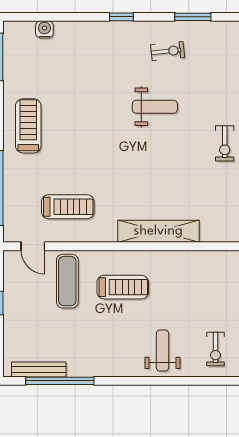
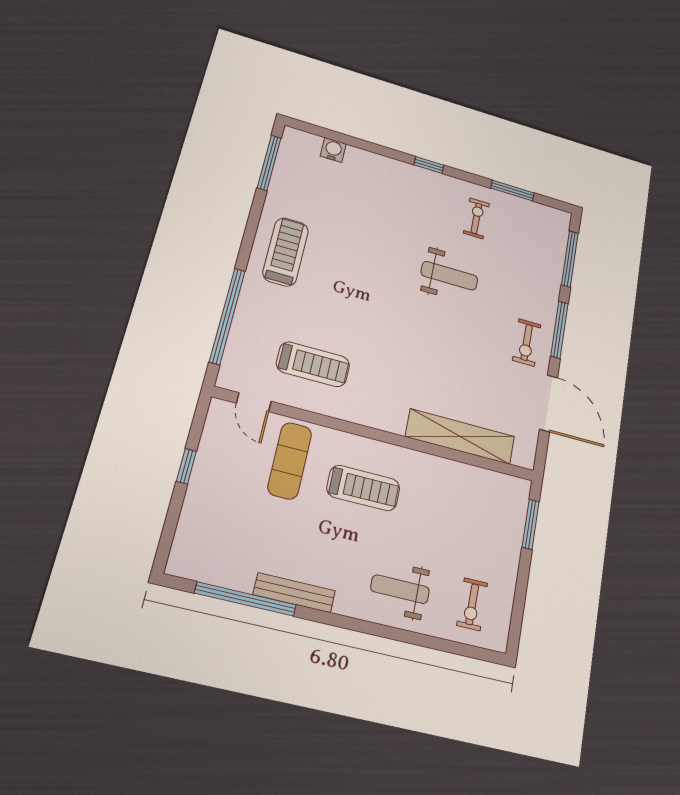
exercise bike: (168, 51) -> (476, 218), turned -84
shelving: (158, 231) -> (460, 437), moved
weight bench: (163, 351) -> (400, 589), turned -90
bench: (39, 369) -> (294, 593), moved

